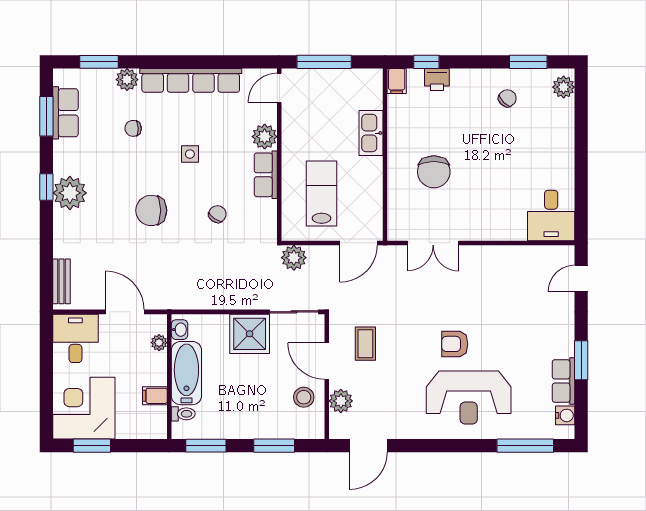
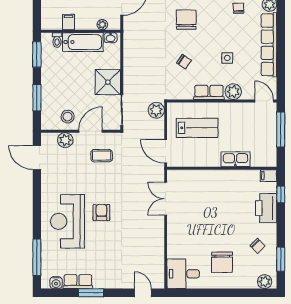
printer: (437, 79) -> (266, 208), width x1.87, depth x1.48
side table: (190, 154) -> (227, 58), moved
chair: (434, 172) -> (222, 262), moved, turned -90

